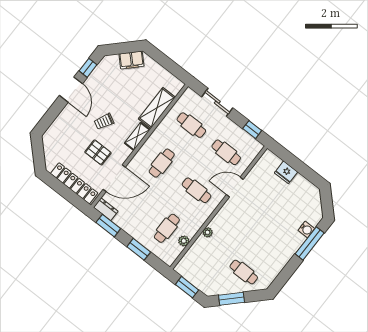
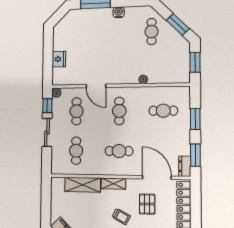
sliding door: (217, 102) -> (47, 132), moved
water cooler: (306, 229) -> (119, 12), moved
plant: (184, 241) -> (57, 93), moved

